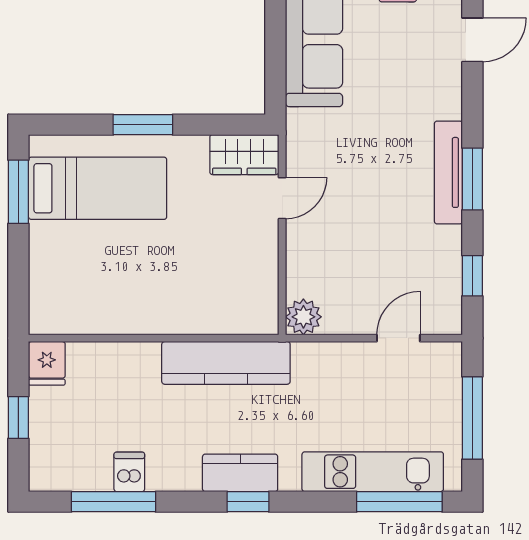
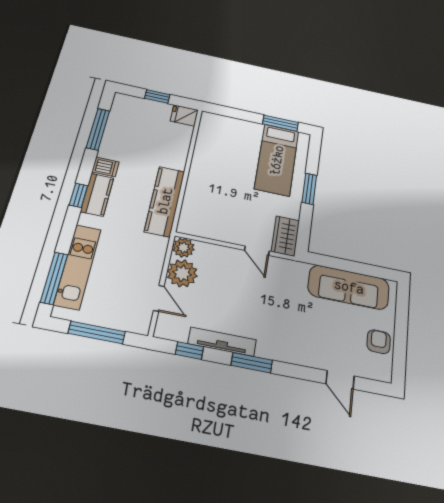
tv unit: (448, 172) -> (222, 342), moved
plant: (349, 310) -> (182, 273), added
dishwasher: (129, 472) -> (106, 167), moved

